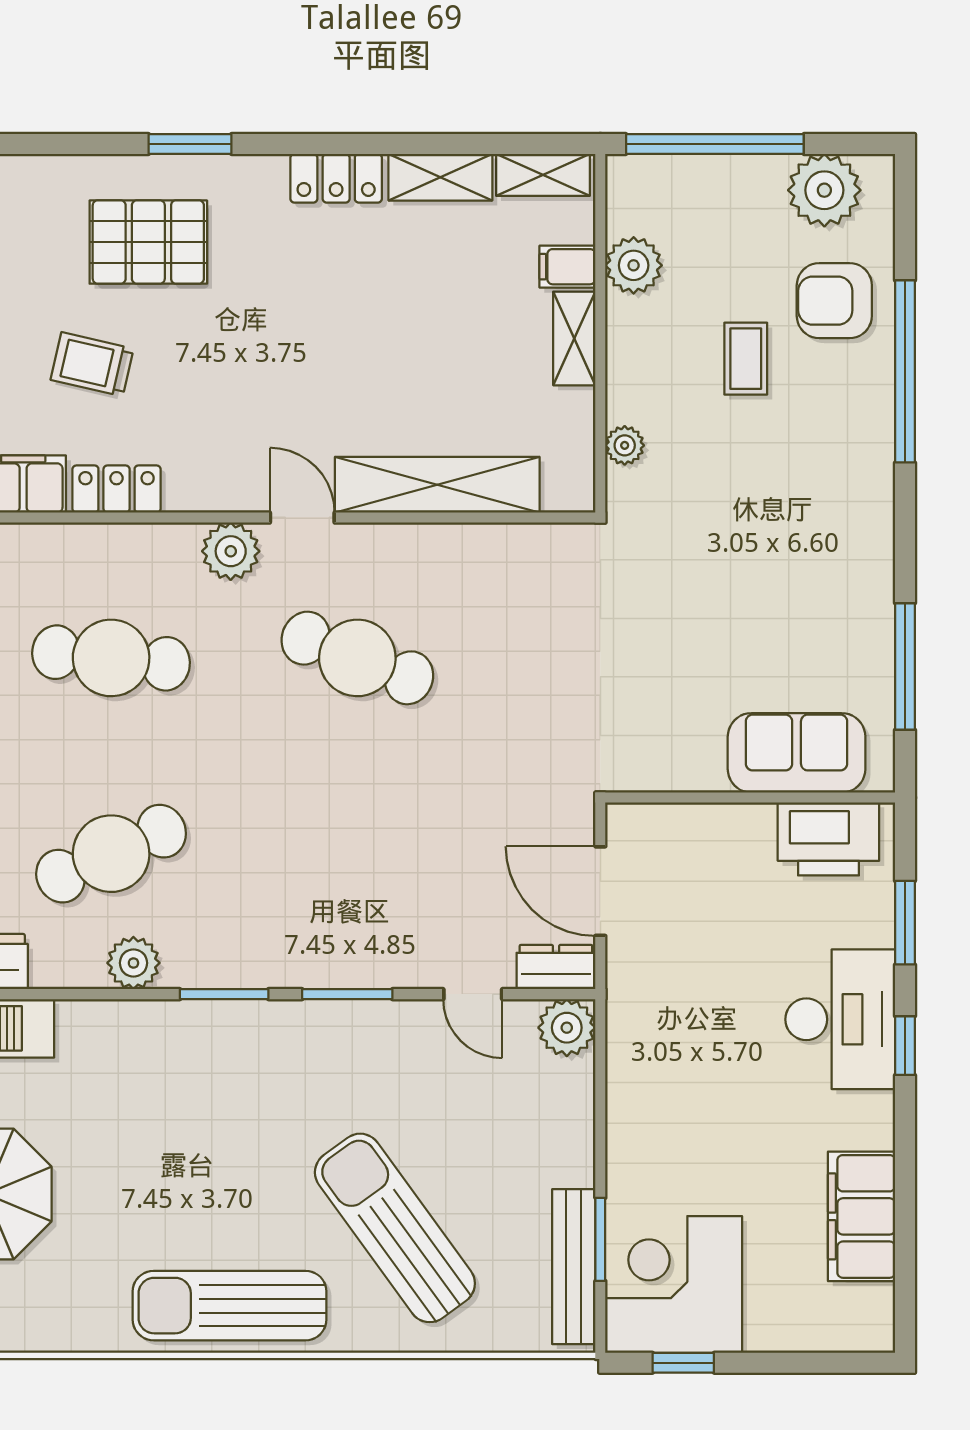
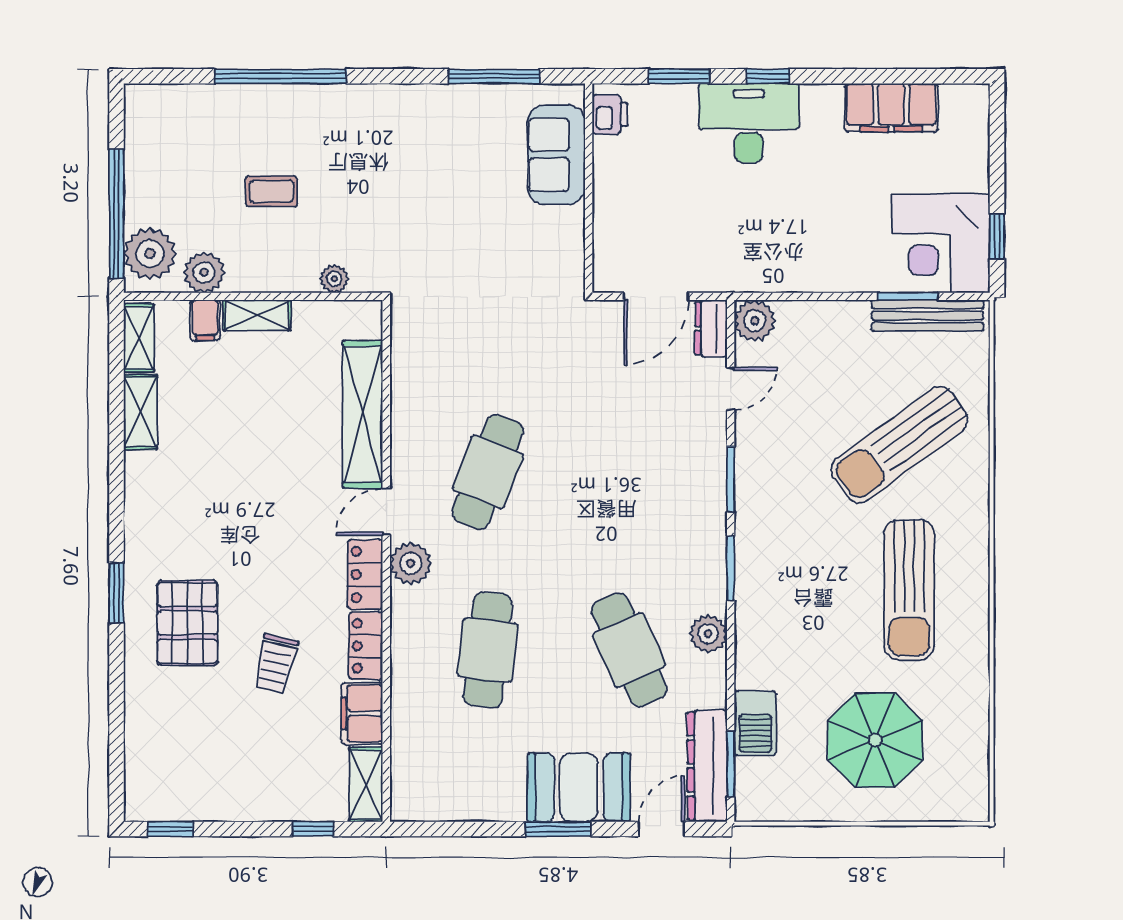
locker: (336, 178) -> (365, 574), moved, turned 180
plant: (824, 190) -> (150, 254), moved
armchair: (834, 301) -> (230, 127), removed
printer: (828, 839) -> (610, 114), width x0.53, depth x0.68
sun lounger: (230, 1306) -> (909, 590), moved

